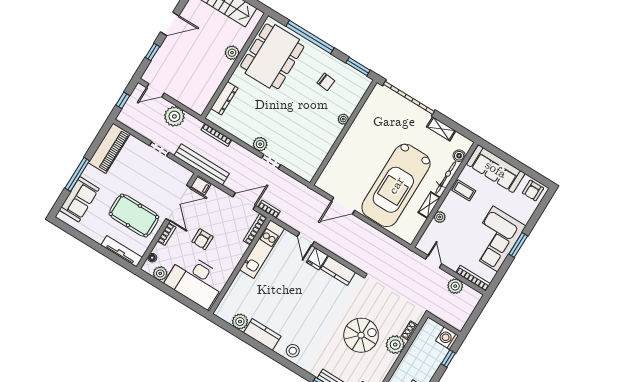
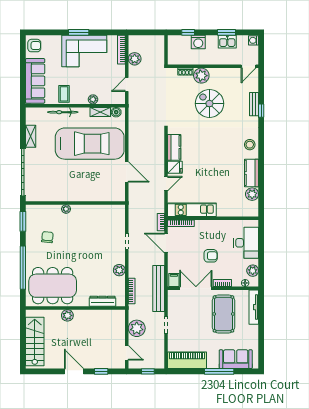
plant: (260, 144) -> (119, 270), moved
boiler: (459, 156) -> (116, 112), moved
shelving: (429, 205) -> (100, 112), moved
desk: (196, 281) -> (246, 243), width x0.73, depth x0.77
washing machine: (447, 338) -> (198, 42), moved

